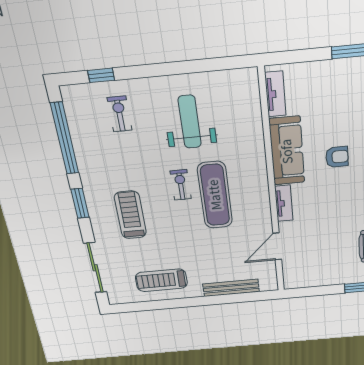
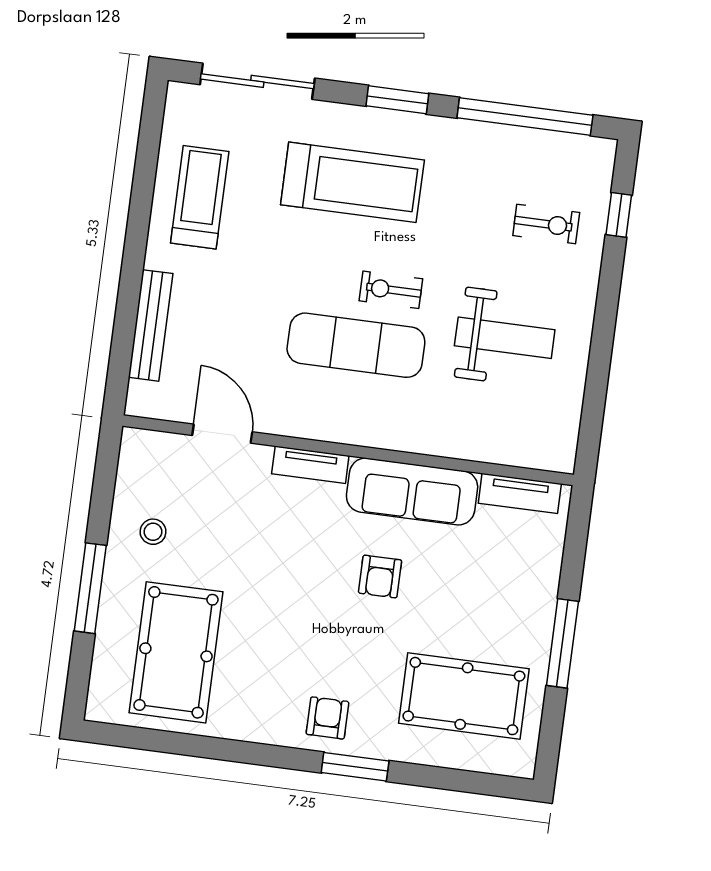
exercise bike: (181, 185) -> (391, 290), turned 180
treadmill: (130, 215) -> (352, 182), width x1.37, depth x1.38
stool: (334, 266) -> (153, 532), added

